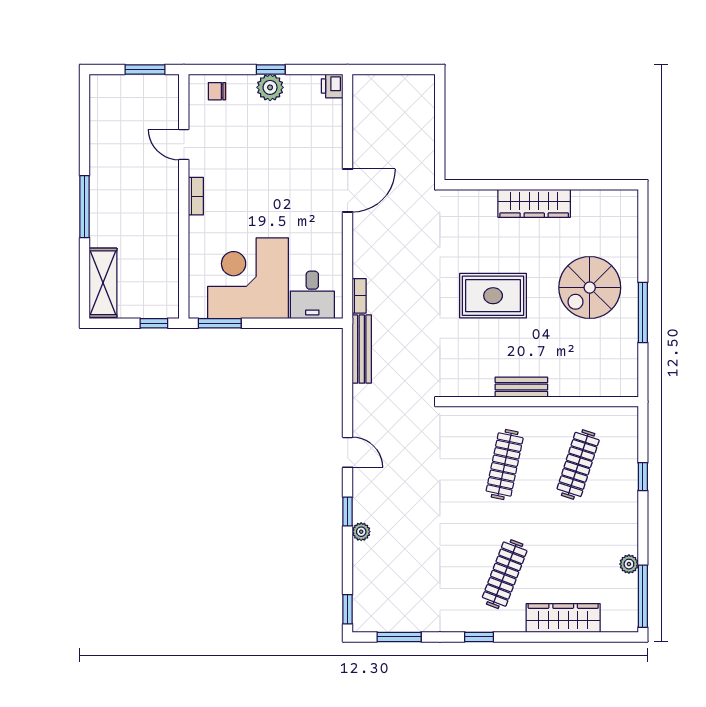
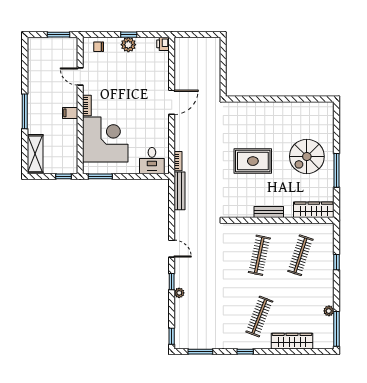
wardrobe: (534, 203) -> (314, 210), moved, turned 180
filing cabinet: (166, 210) -> (70, 113), added
corner desk: (248, 278) -> (105, 140), moved, turned 90

